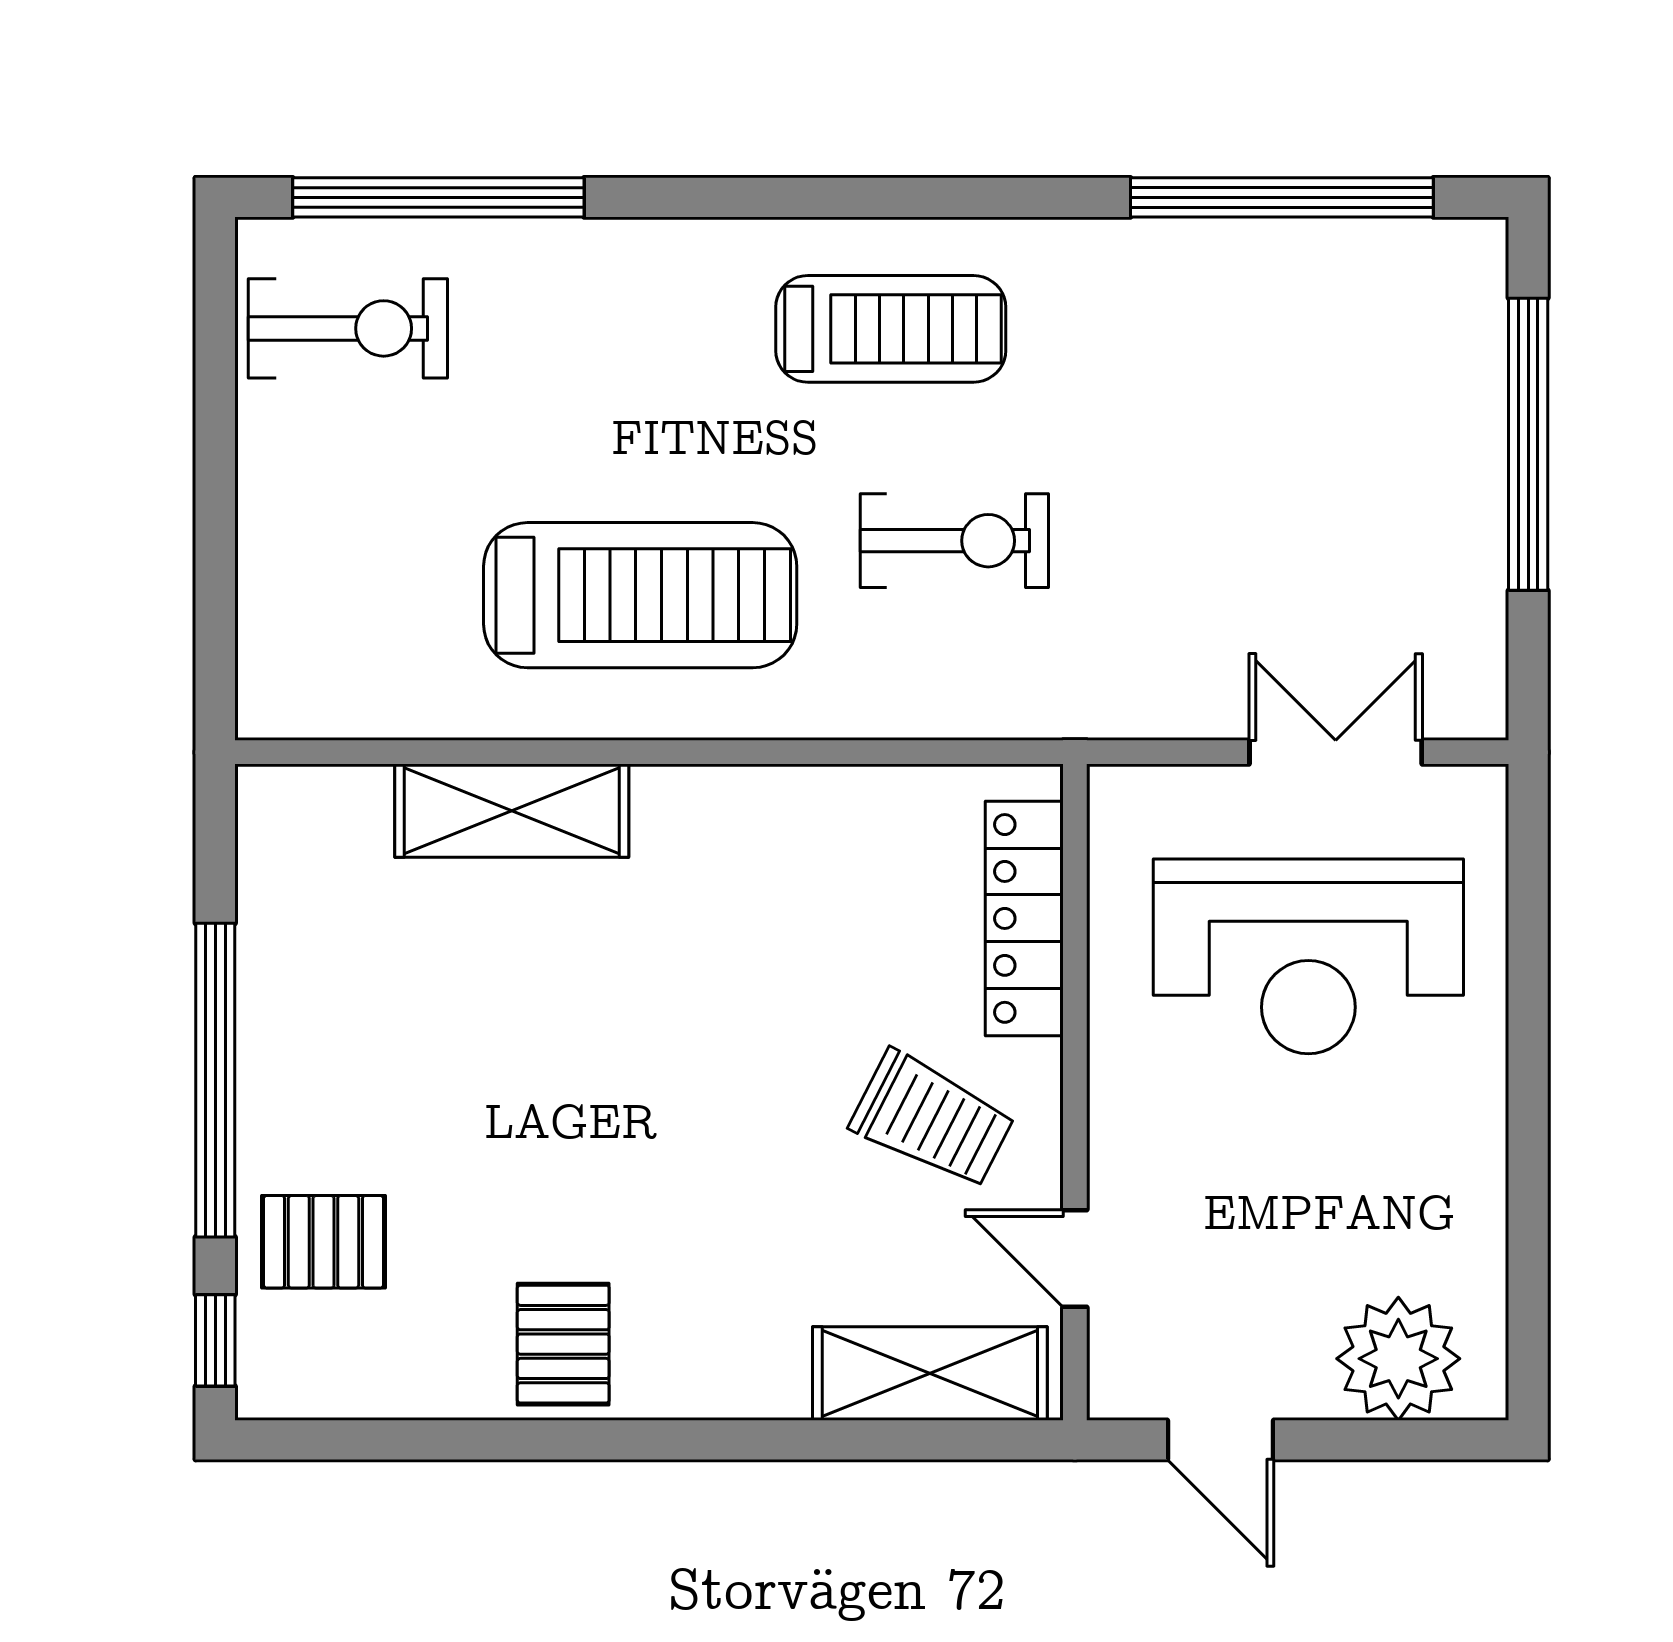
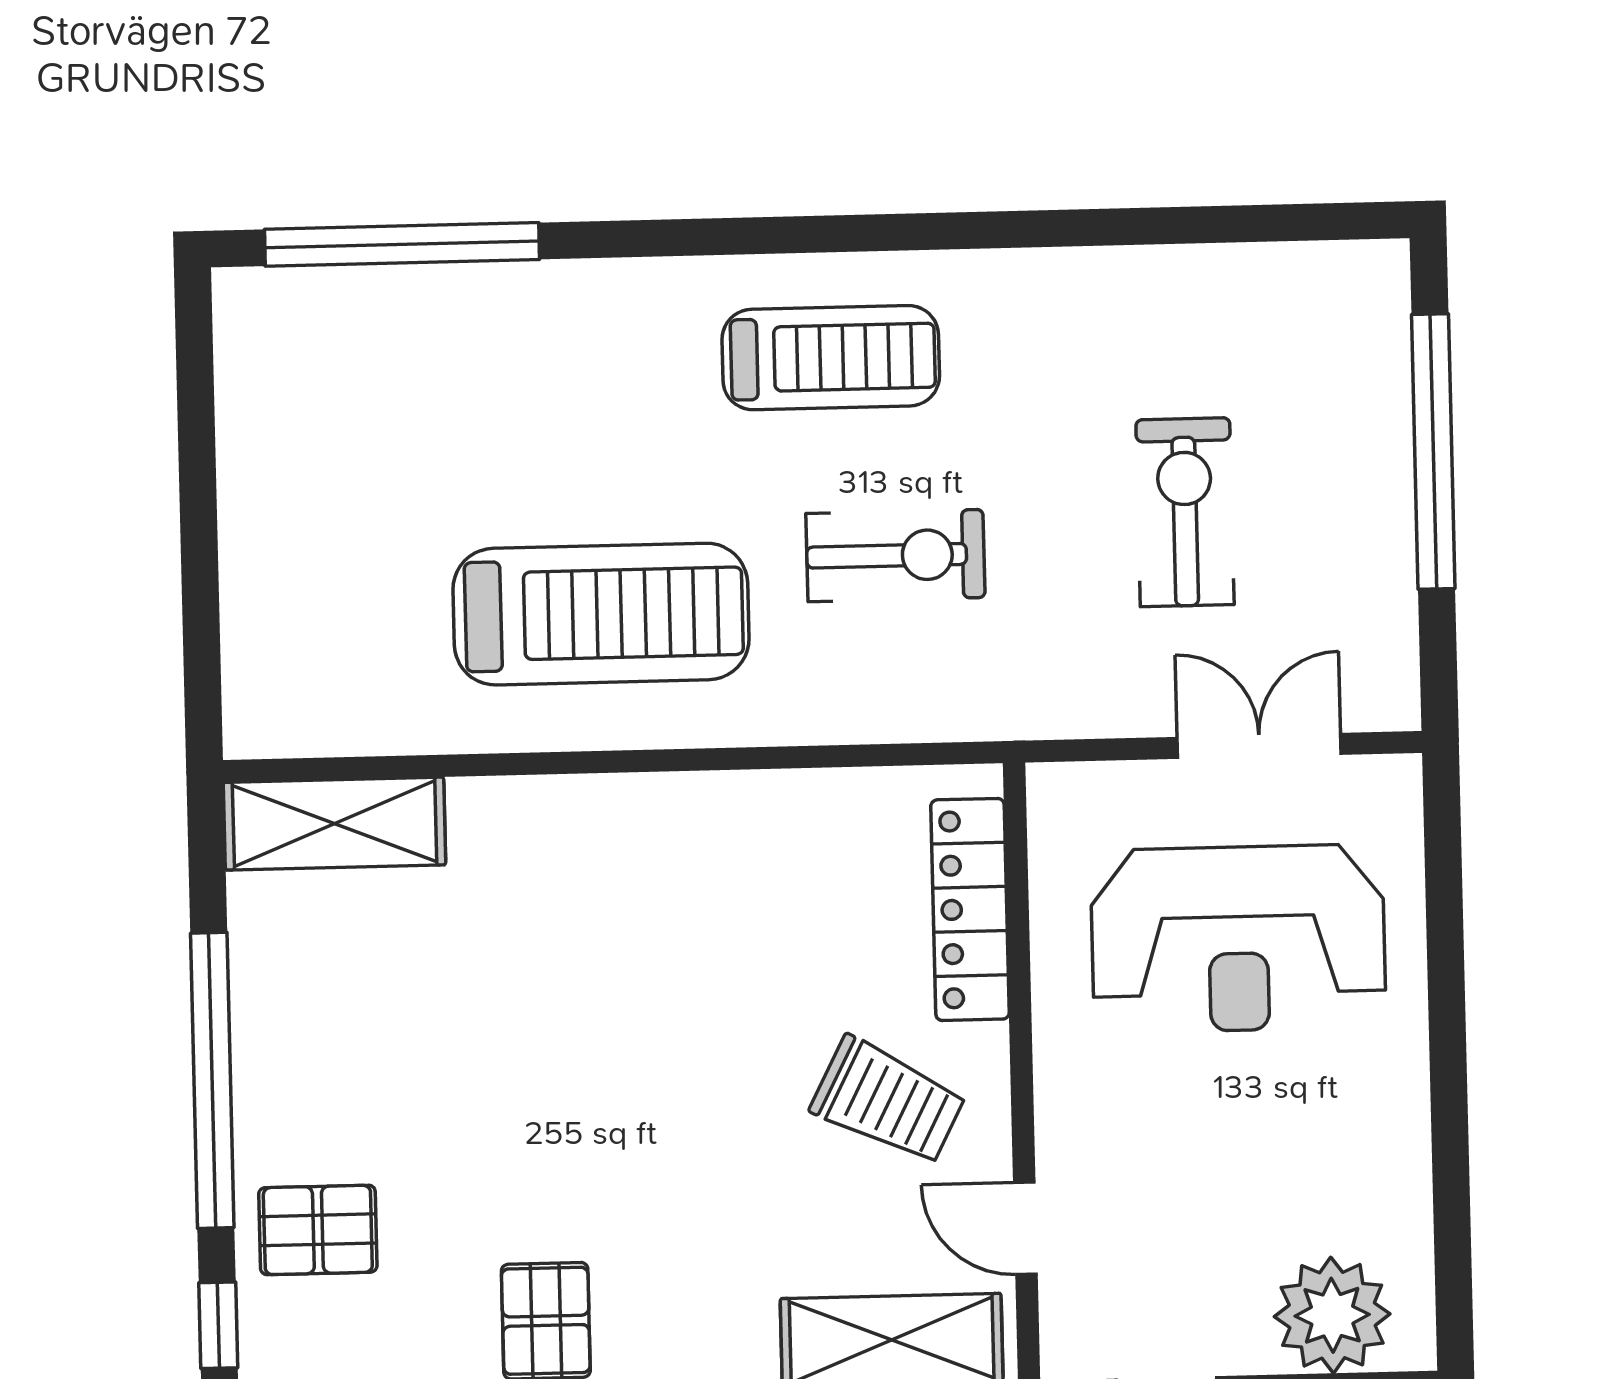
window: (1282, 197) -> (1196, 225), removed
exercise bike: (348, 328) -> (1185, 512), moved, turned -90
shelving: (512, 811) -> (335, 824), moved

